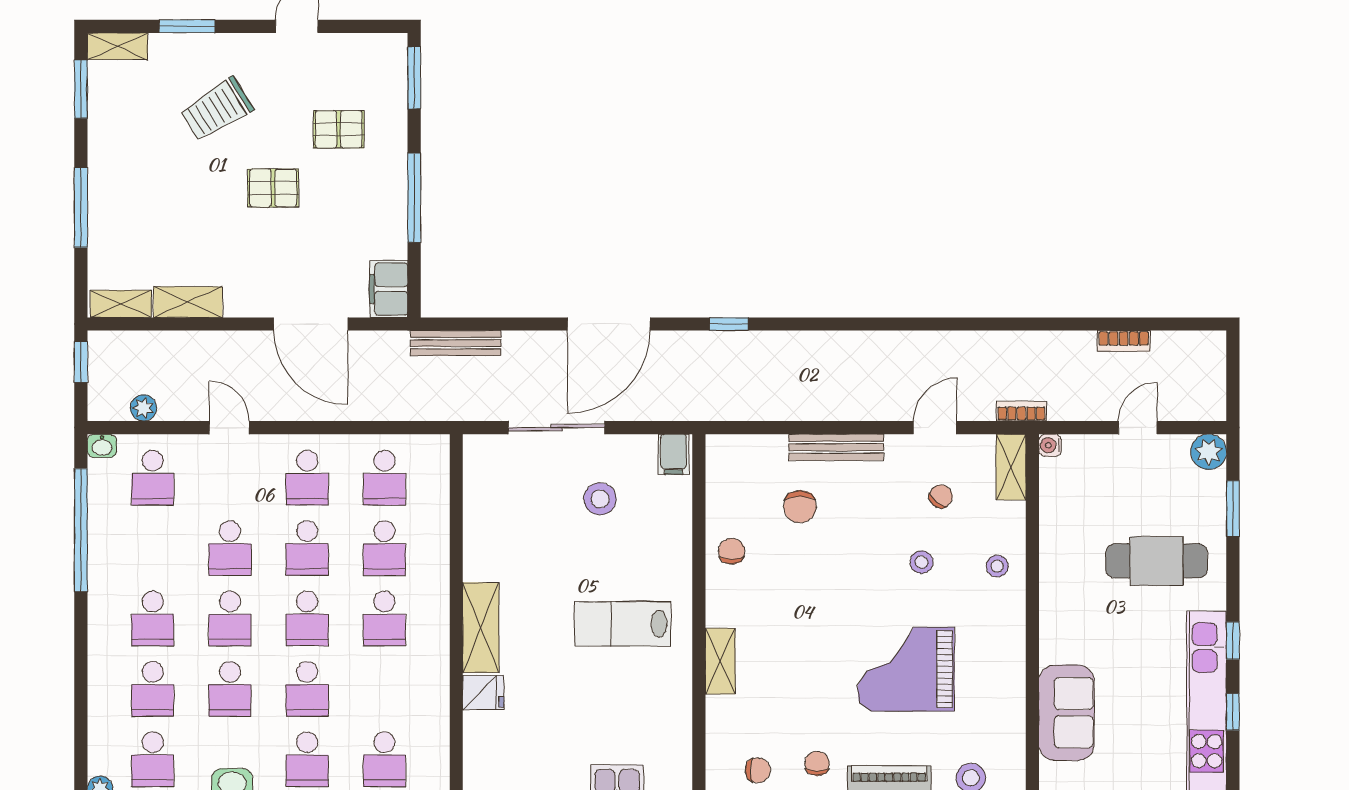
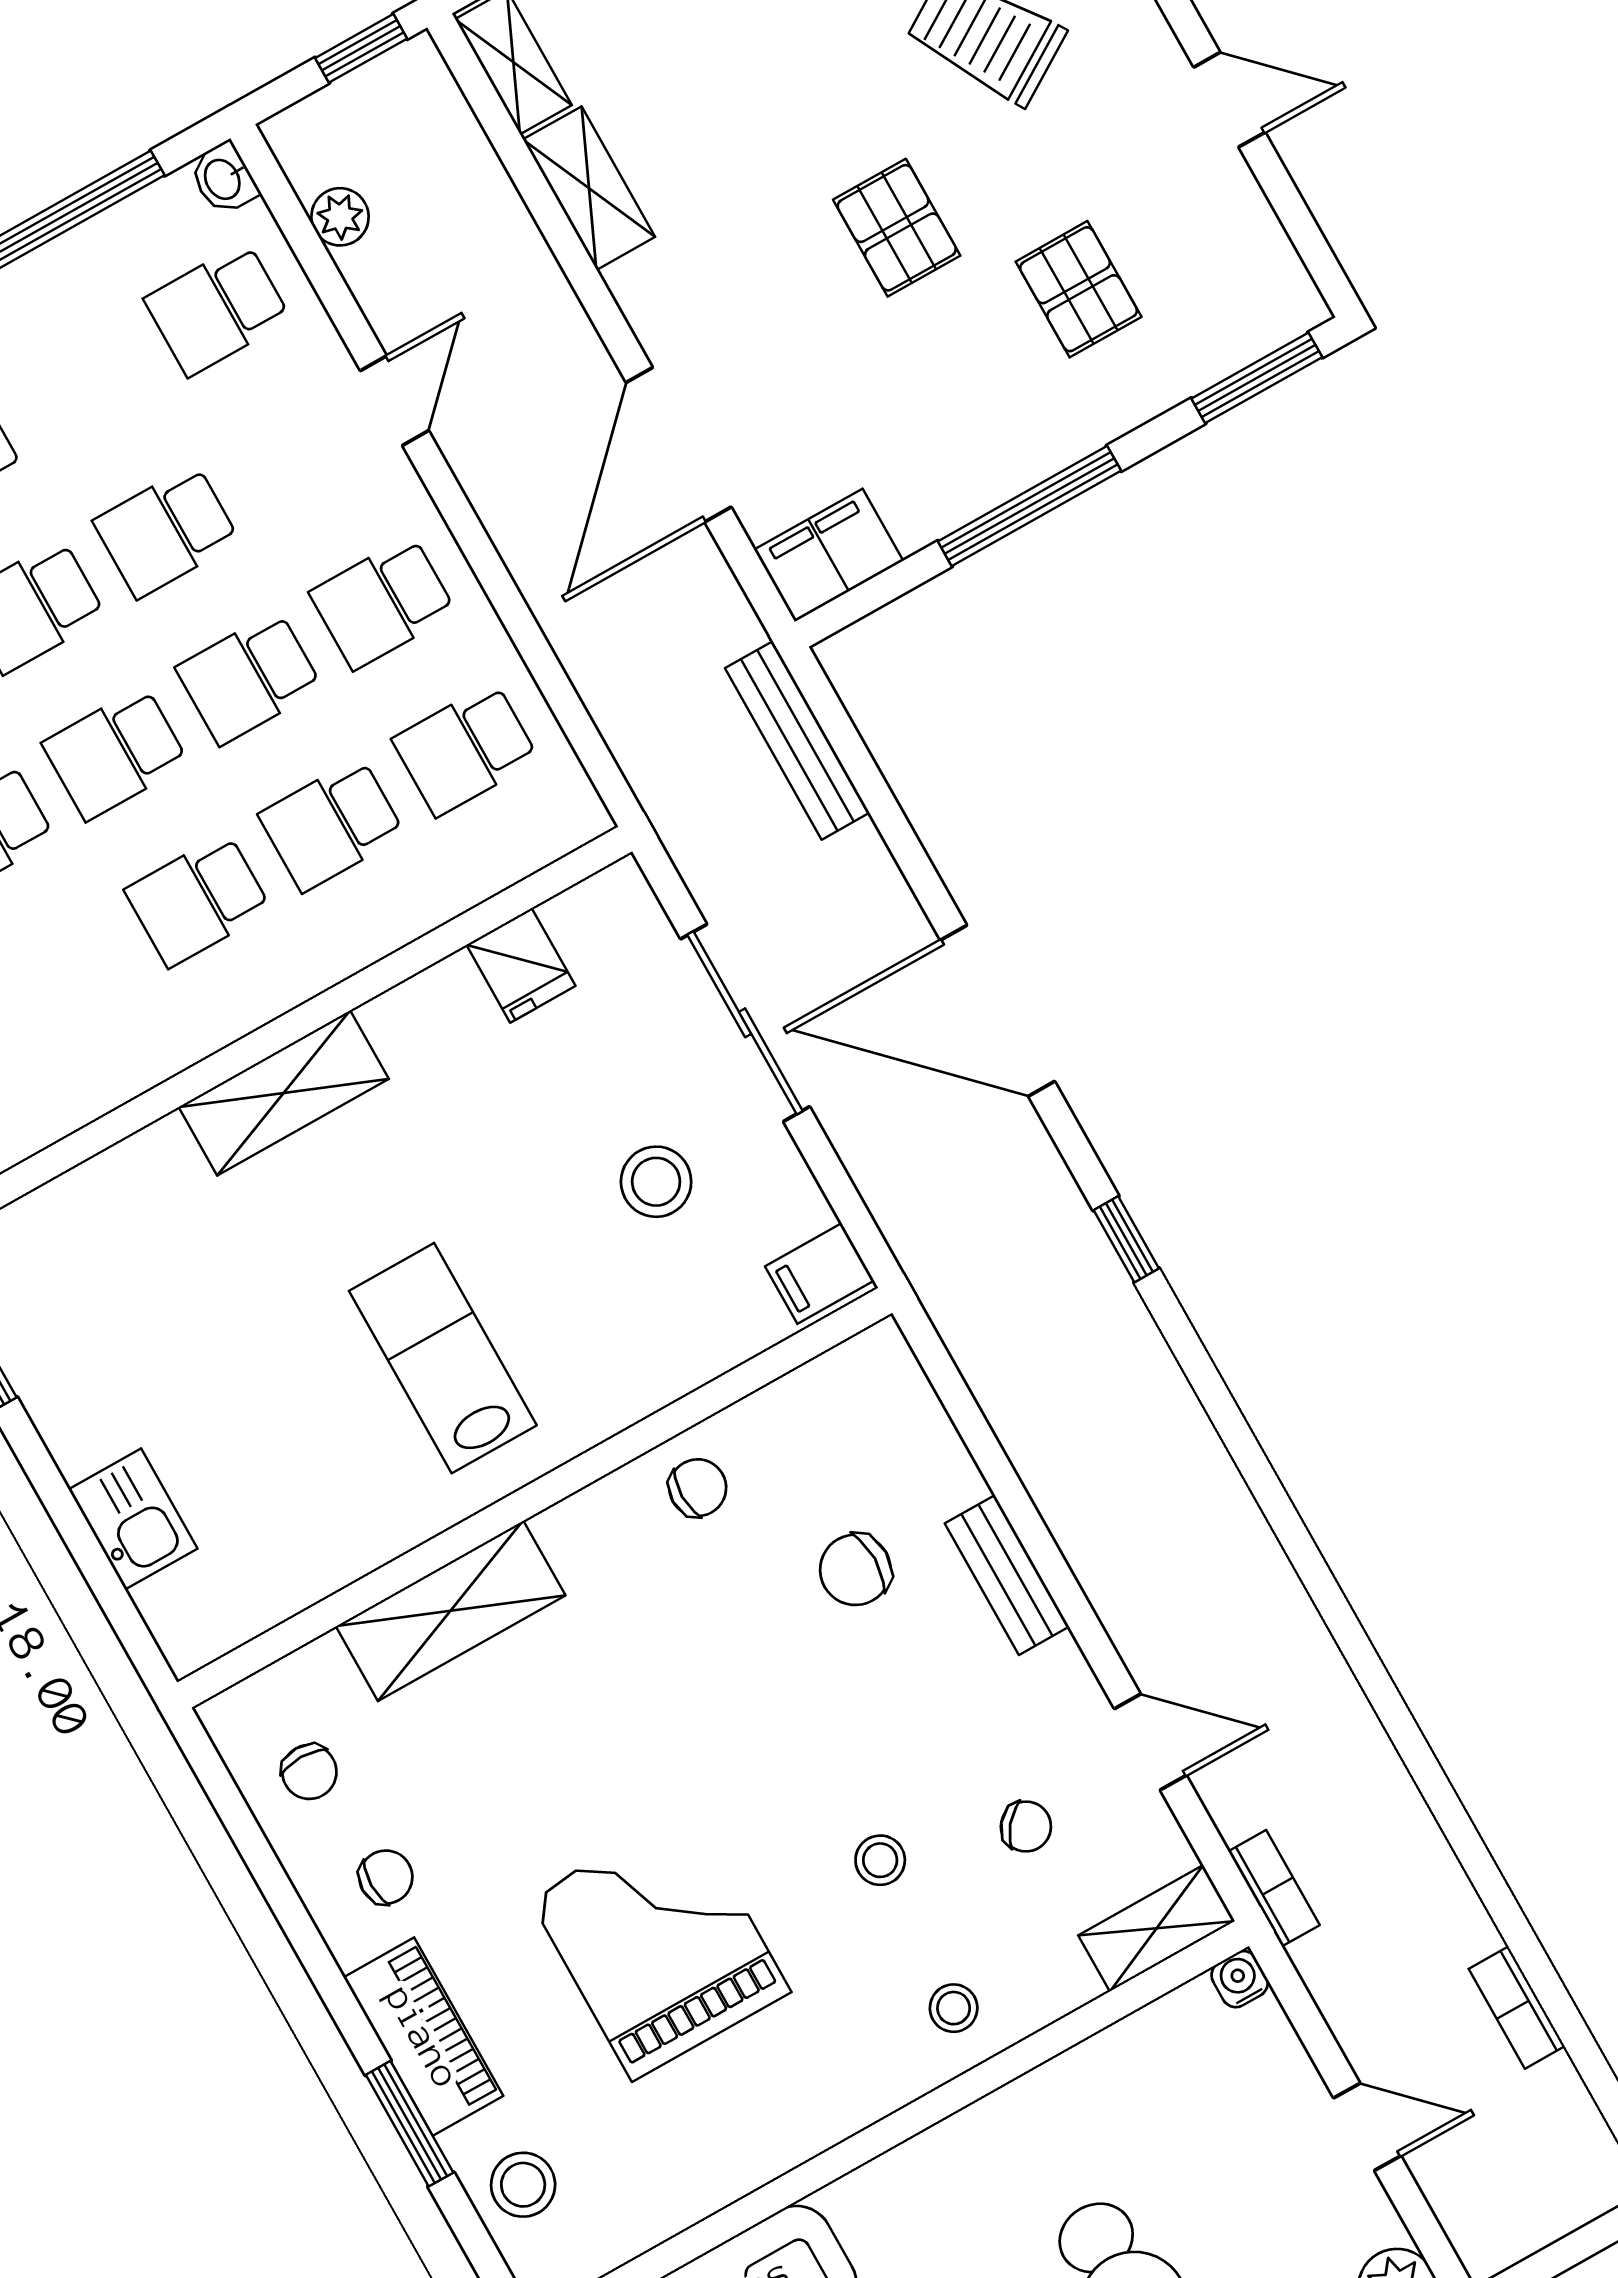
bench: (836, 447) -> (1007, 1575), width x0.73
shelving: (720, 661) -> (451, 1611), width x1.50, depth x1.33
fridge: (483, 693) -> (521, 965), moved

